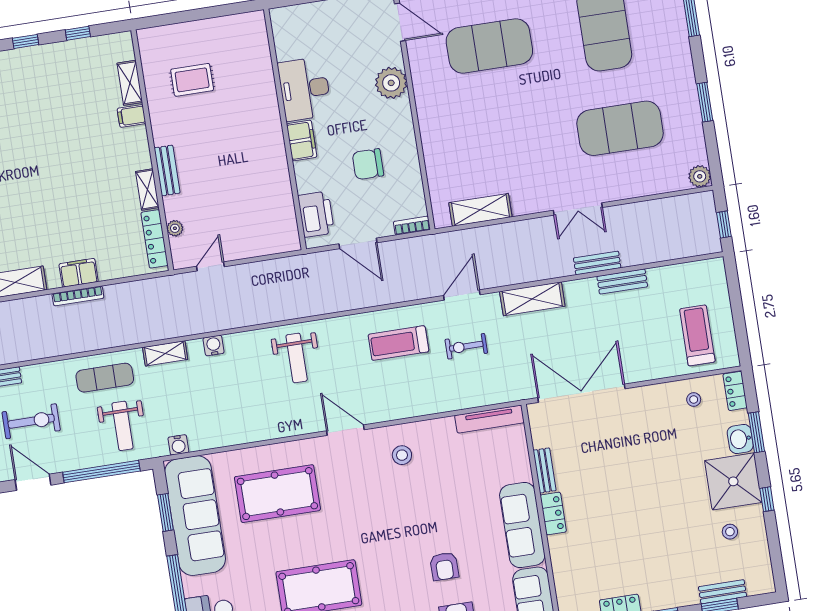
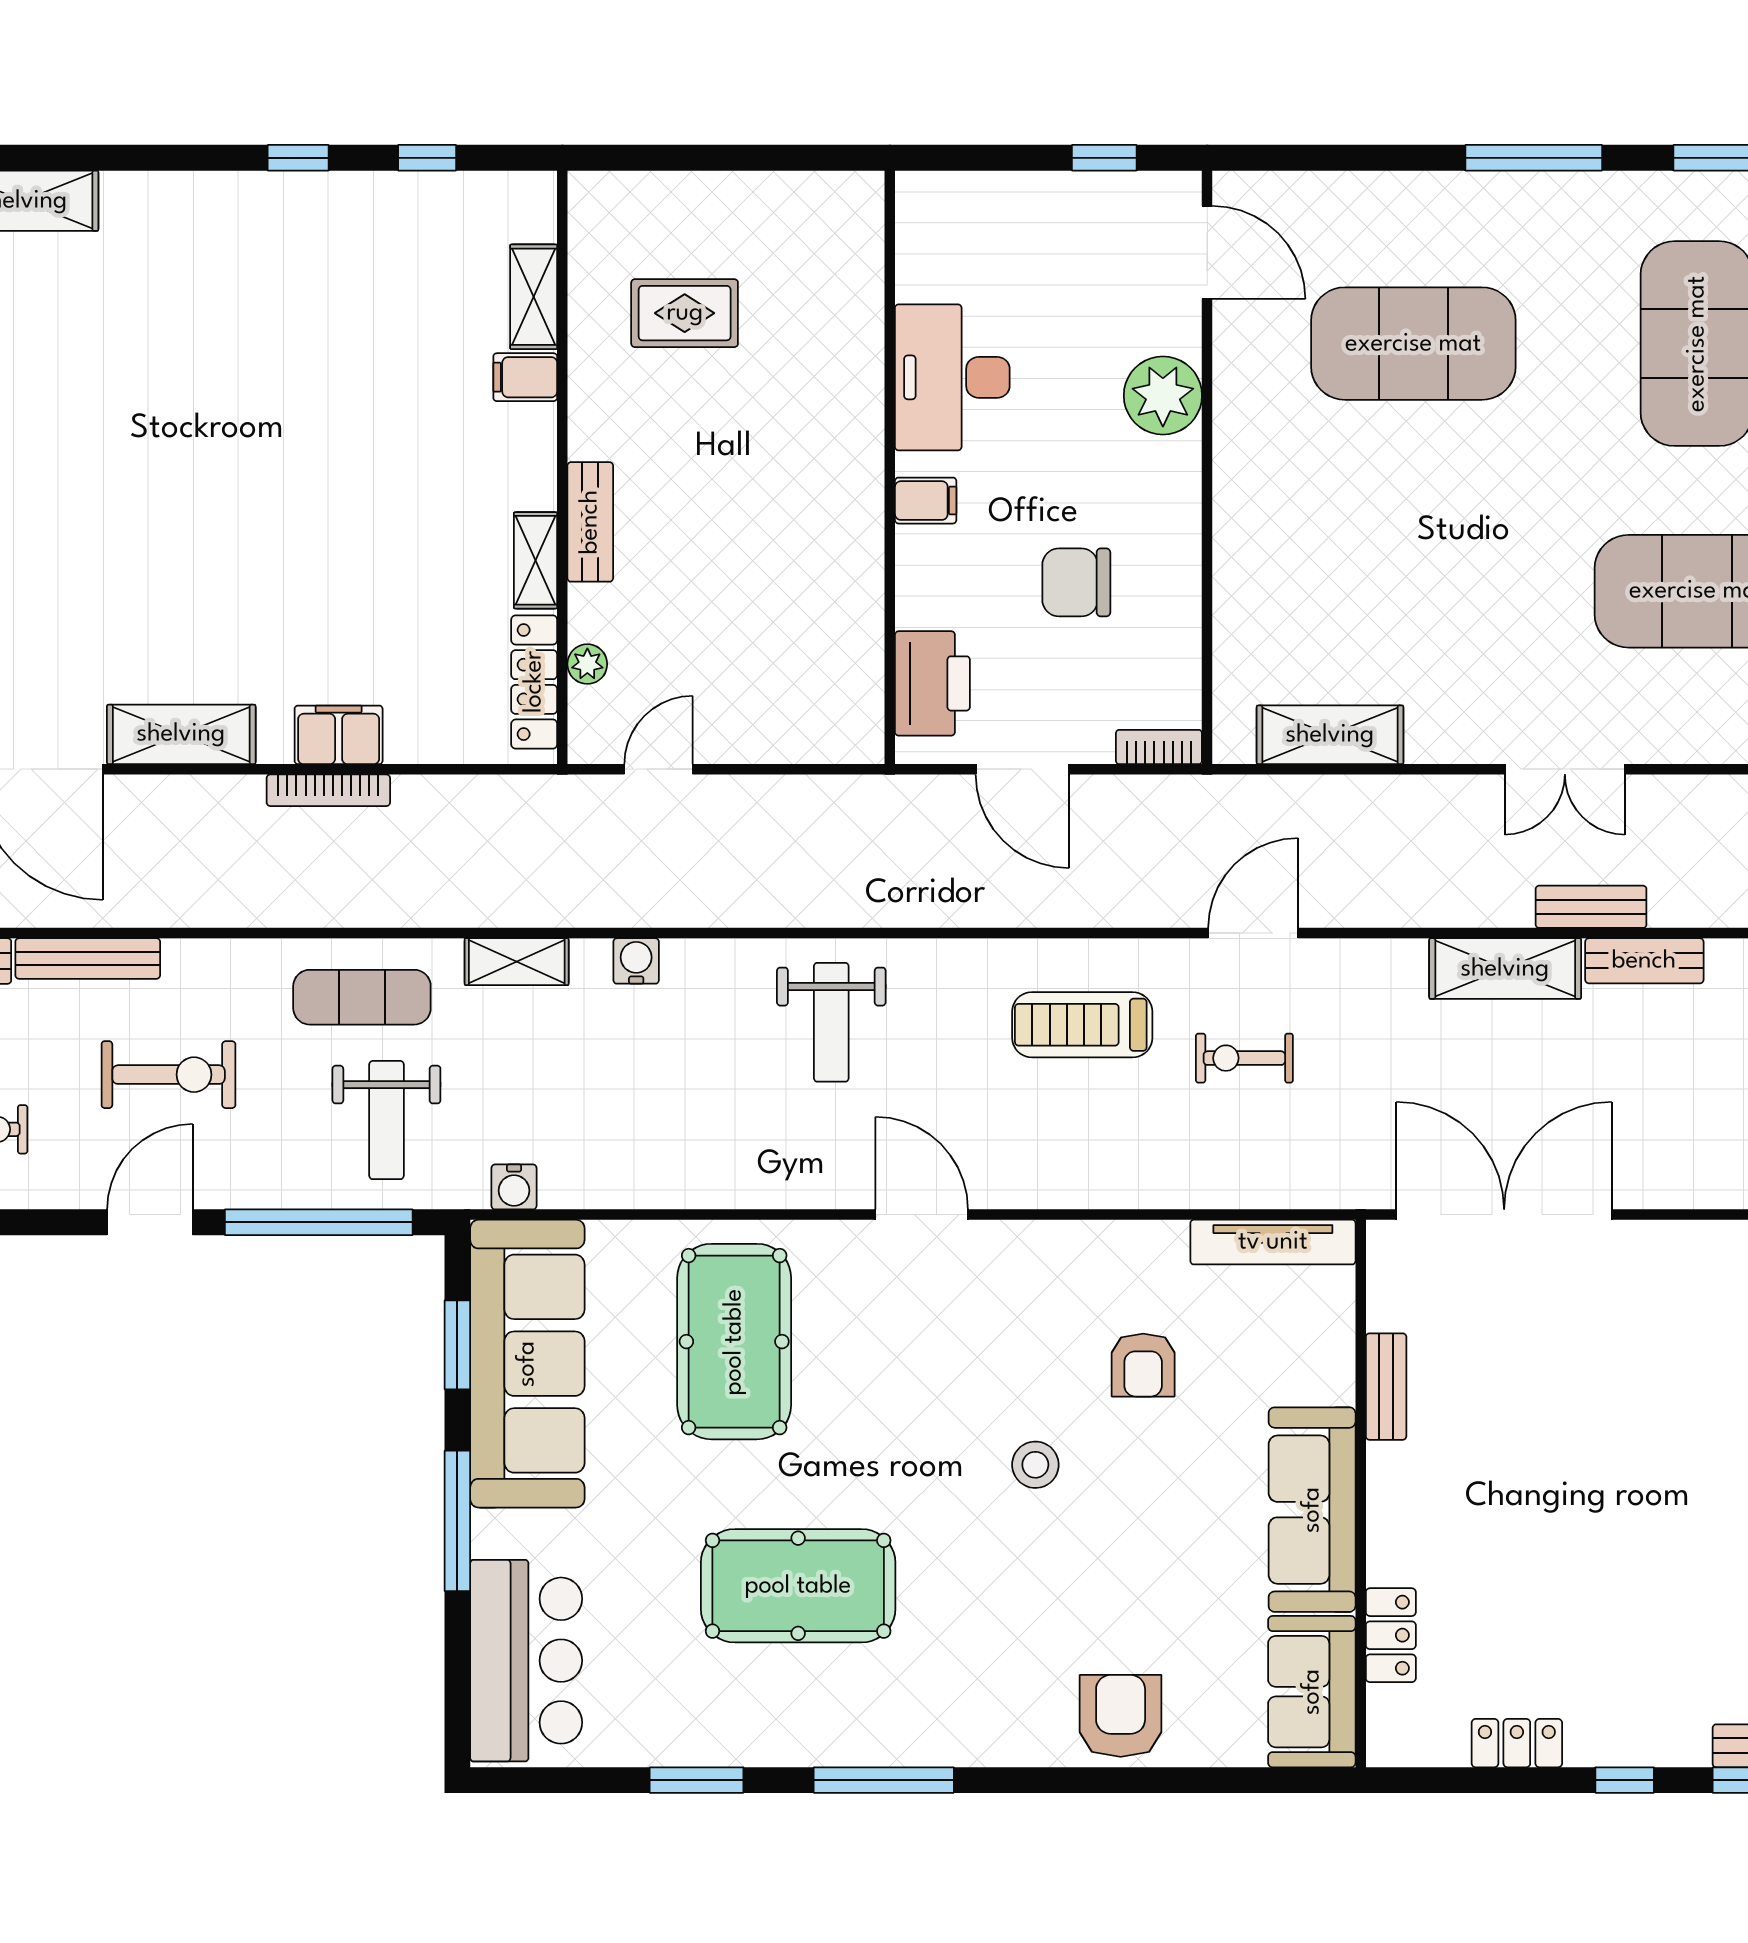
filing cabinet: (302, 141) -> (926, 501), width x0.50
shelving: (532, 299) -> (1505, 969), moved
stool: (402, 455) -> (1035, 1465), moved
door: (33, 482) -> (150, 1222), hinge flipped
pool table: (277, 494) -> (734, 1342), turned 90
locker: (553, 513) -> (1391, 1635), moved
armchair: (444, 566) -> (1143, 1365), moved

